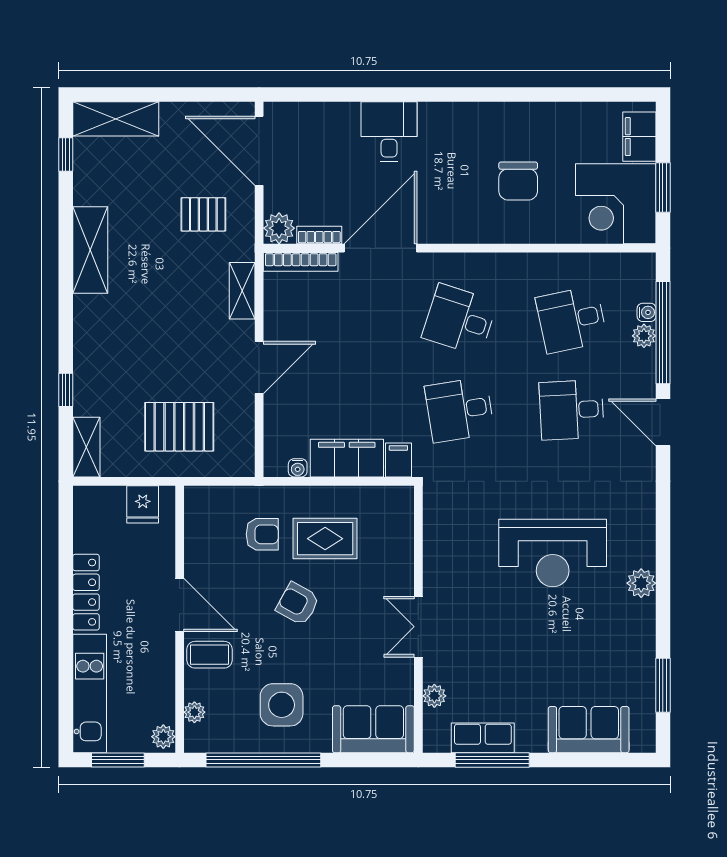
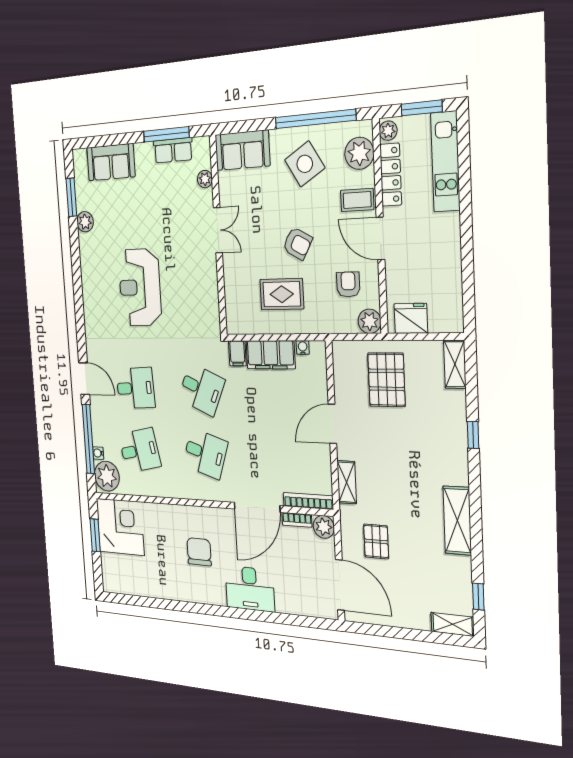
shelving: (116, 119) -> (453, 624), width x0.67, depth x0.75
desk: (389, 132) -> (250, 589), width x1.37
filing cabinet: (639, 137) -> (110, 570), removed
chair: (518, 181) -> (199, 552), moved
pallet: (203, 214) -> (376, 541), turned 90
plant: (644, 336) -> (107, 476), moved, width x1.88, depth x1.88
window: (66, 390) -> (473, 435), moved
desk: (460, 410) -> (201, 389), turned 33
pallet: (179, 427) -> (386, 380), turned 90
plant: (200, 501) -> (369, 321), added
fridge: (143, 504) -> (411, 318), width x1.38
armchair: (262, 534) -> (348, 284), moved, turned 90
reception desk: (553, 553) -> (140, 287), turned -90
plant: (641, 583) -> (85, 222), moved
locker: (86, 592) -> (391, 175), moved, turned 180
side table: (282, 705) -> (305, 164), turned -31
plant: (194, 712) -> (359, 153), width x1.88, depth x1.88

